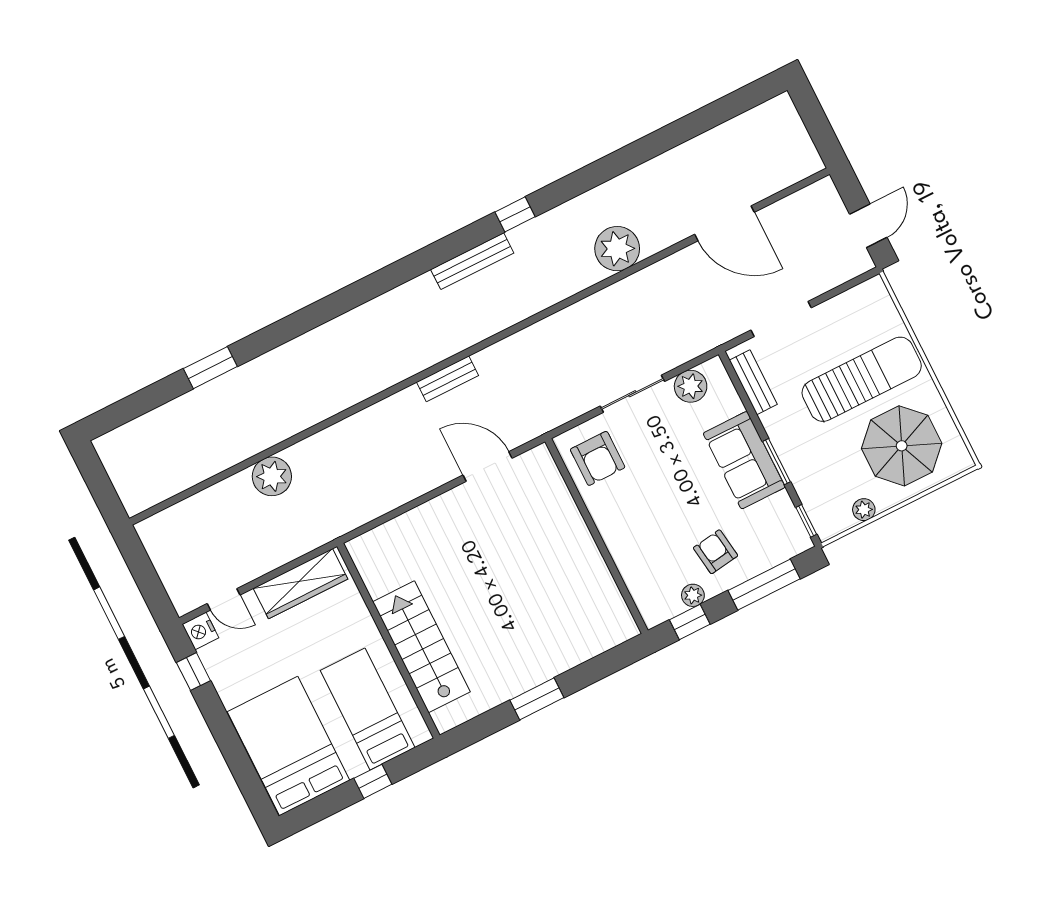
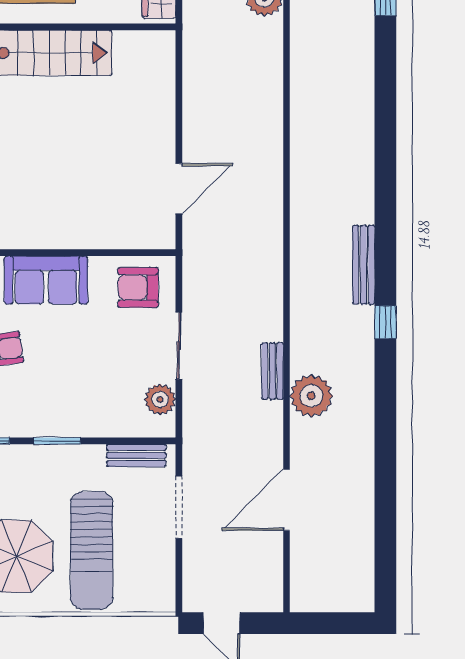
bench: (448, 379) -> (272, 371), moved
sofa: (744, 460) -> (46, 280), moved, turned 180

